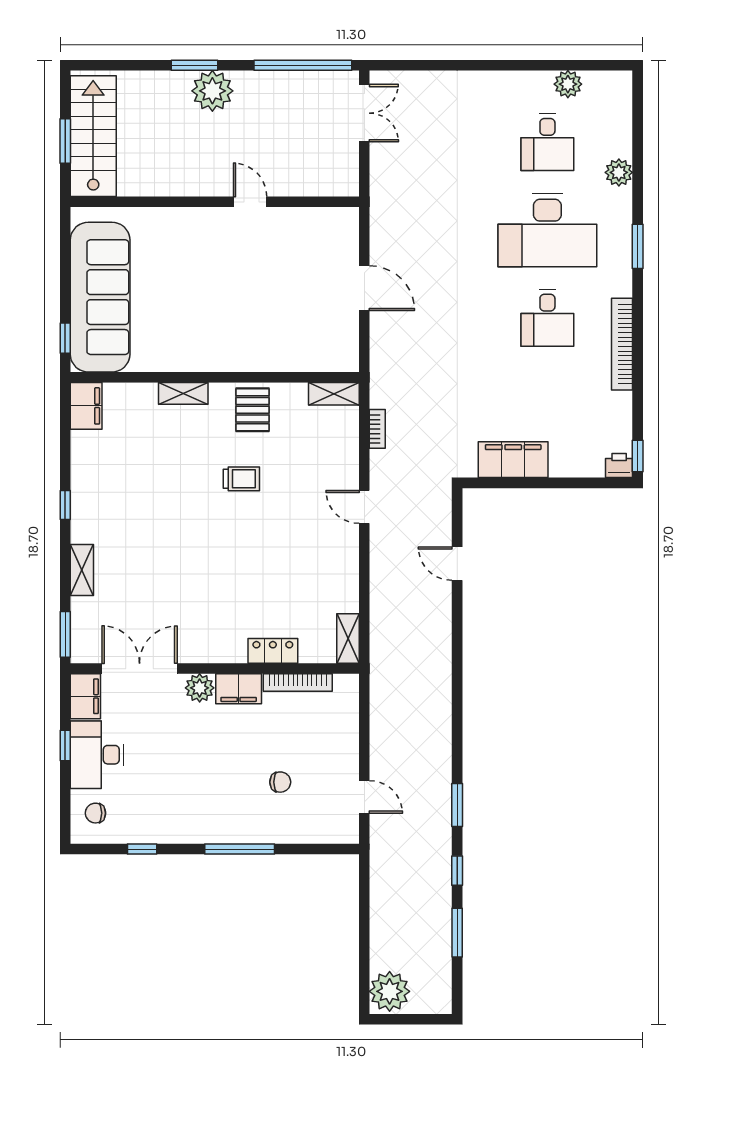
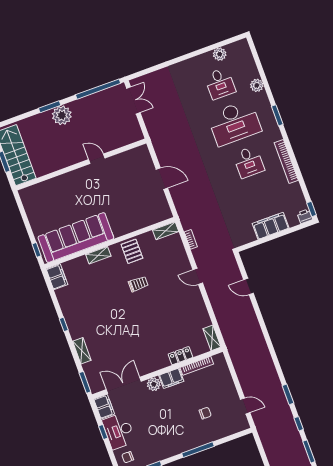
sofa: (100, 297) -> (76, 238), moved, turned -90
filing cabinet: (513, 460) -> (271, 226), moved

